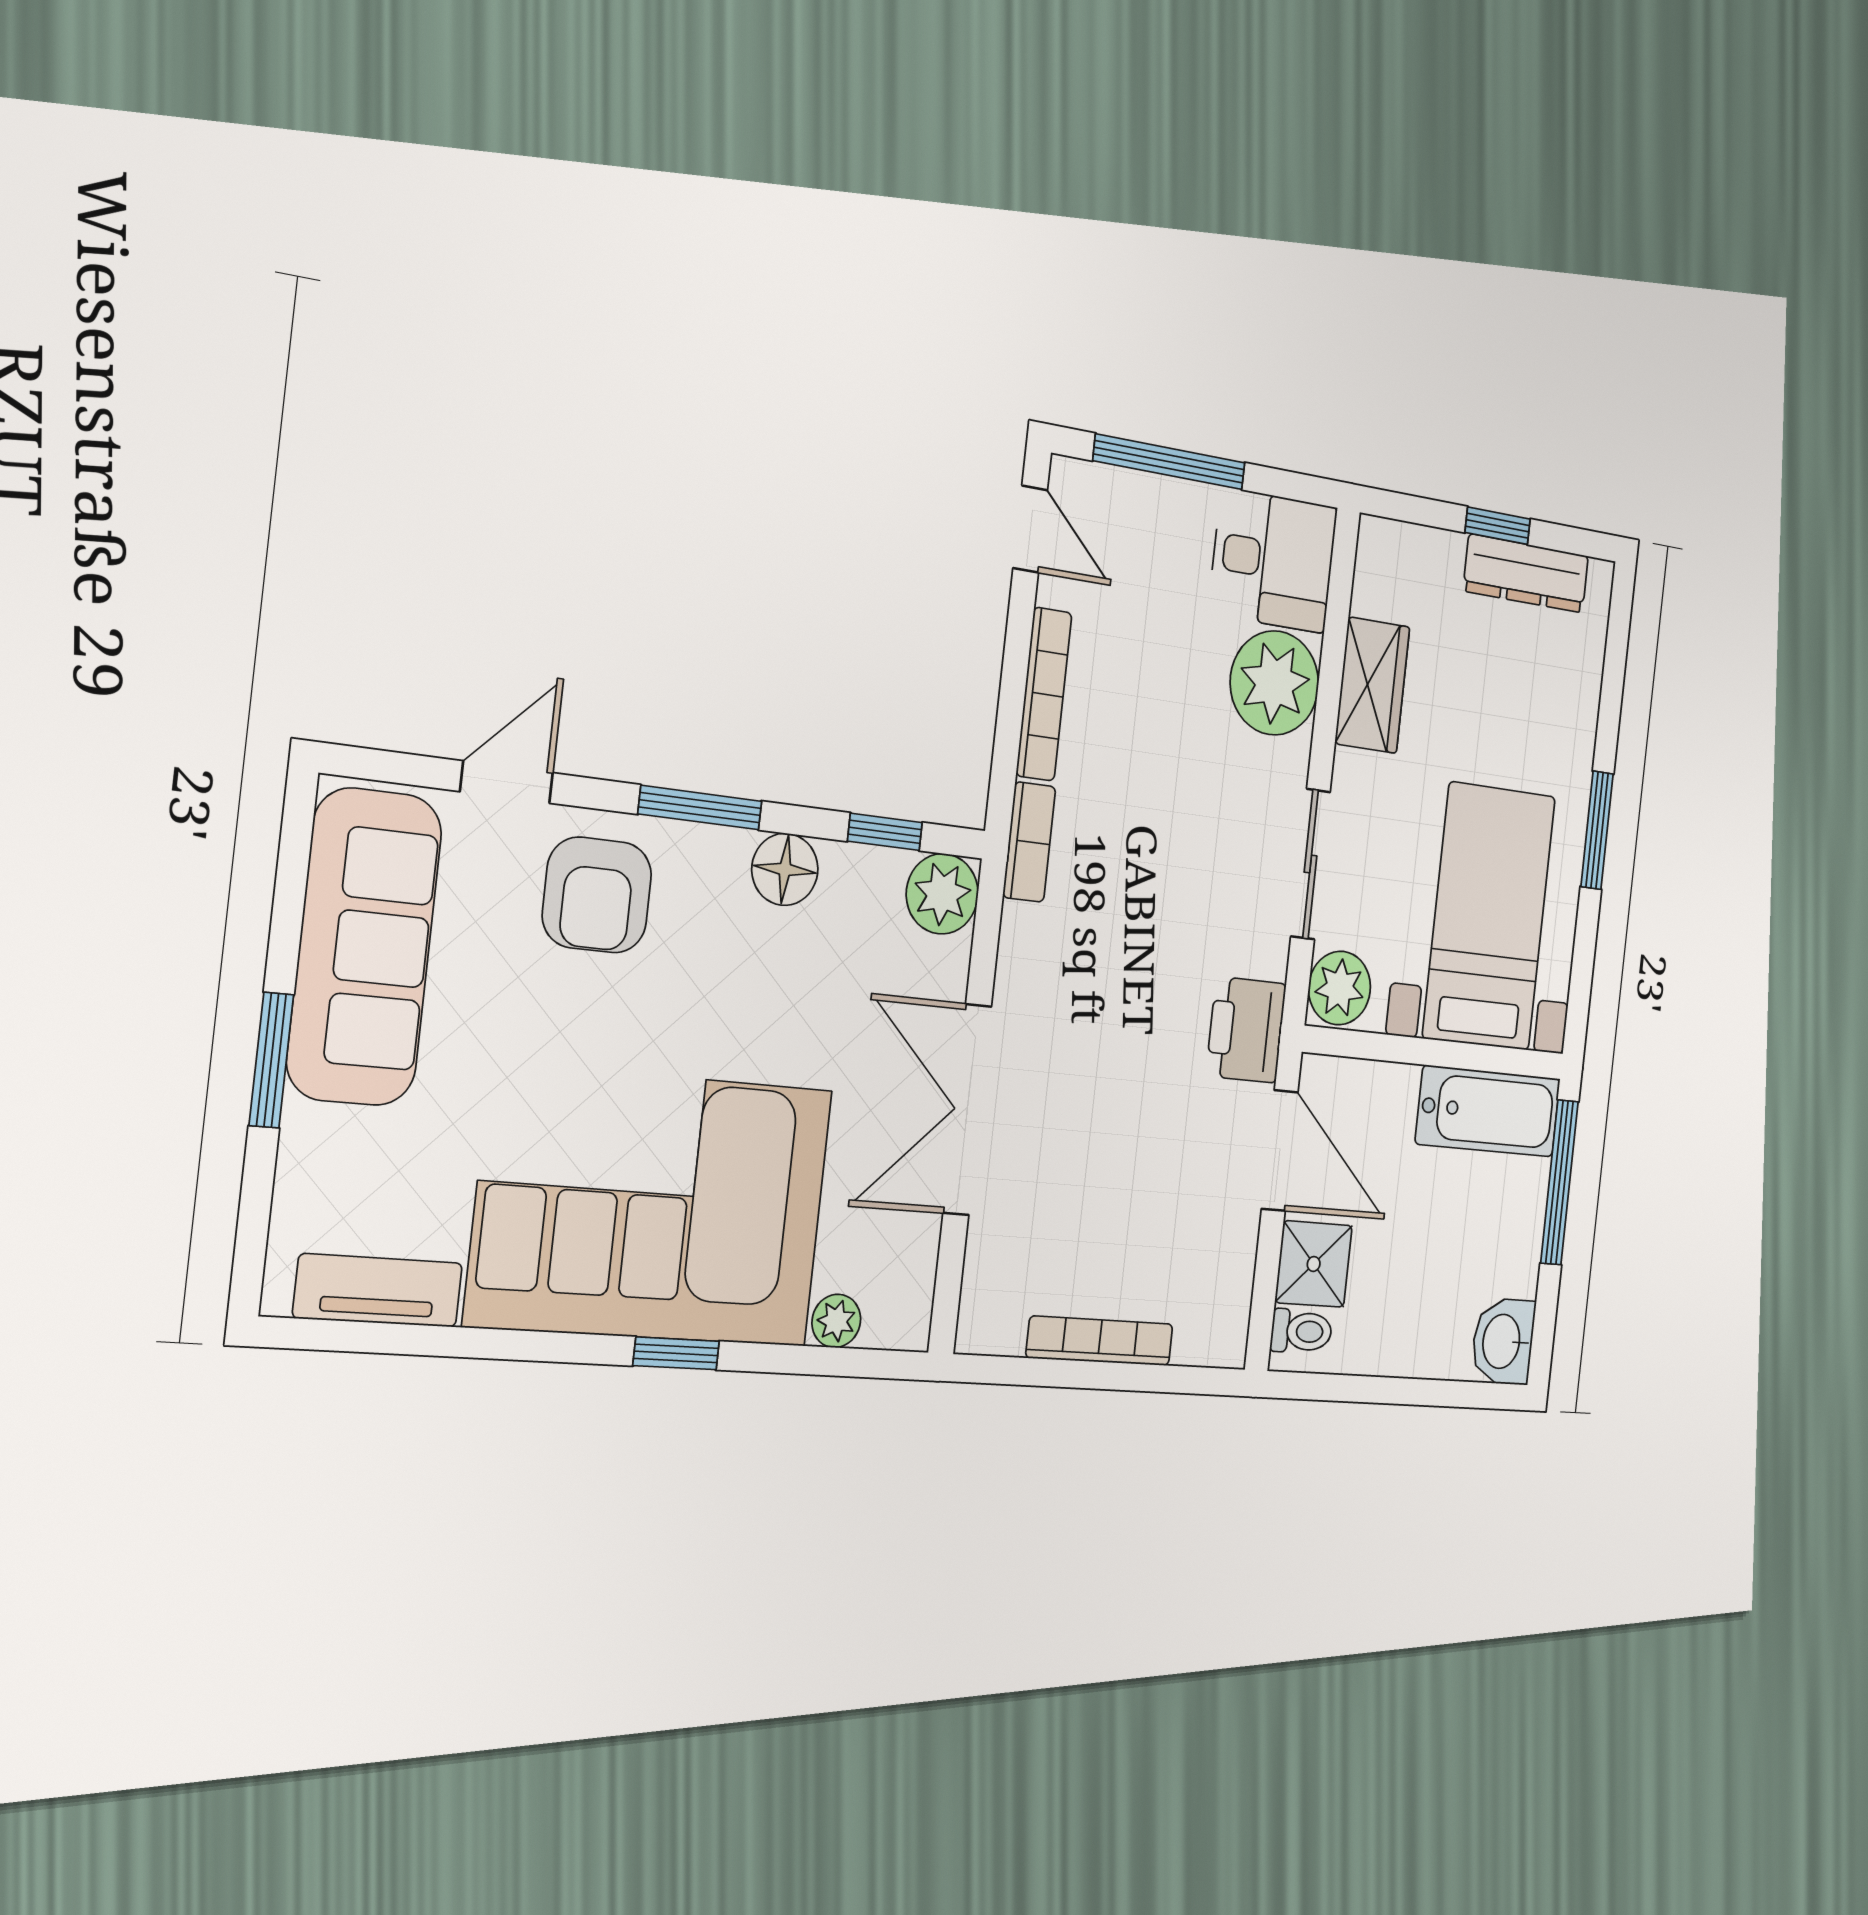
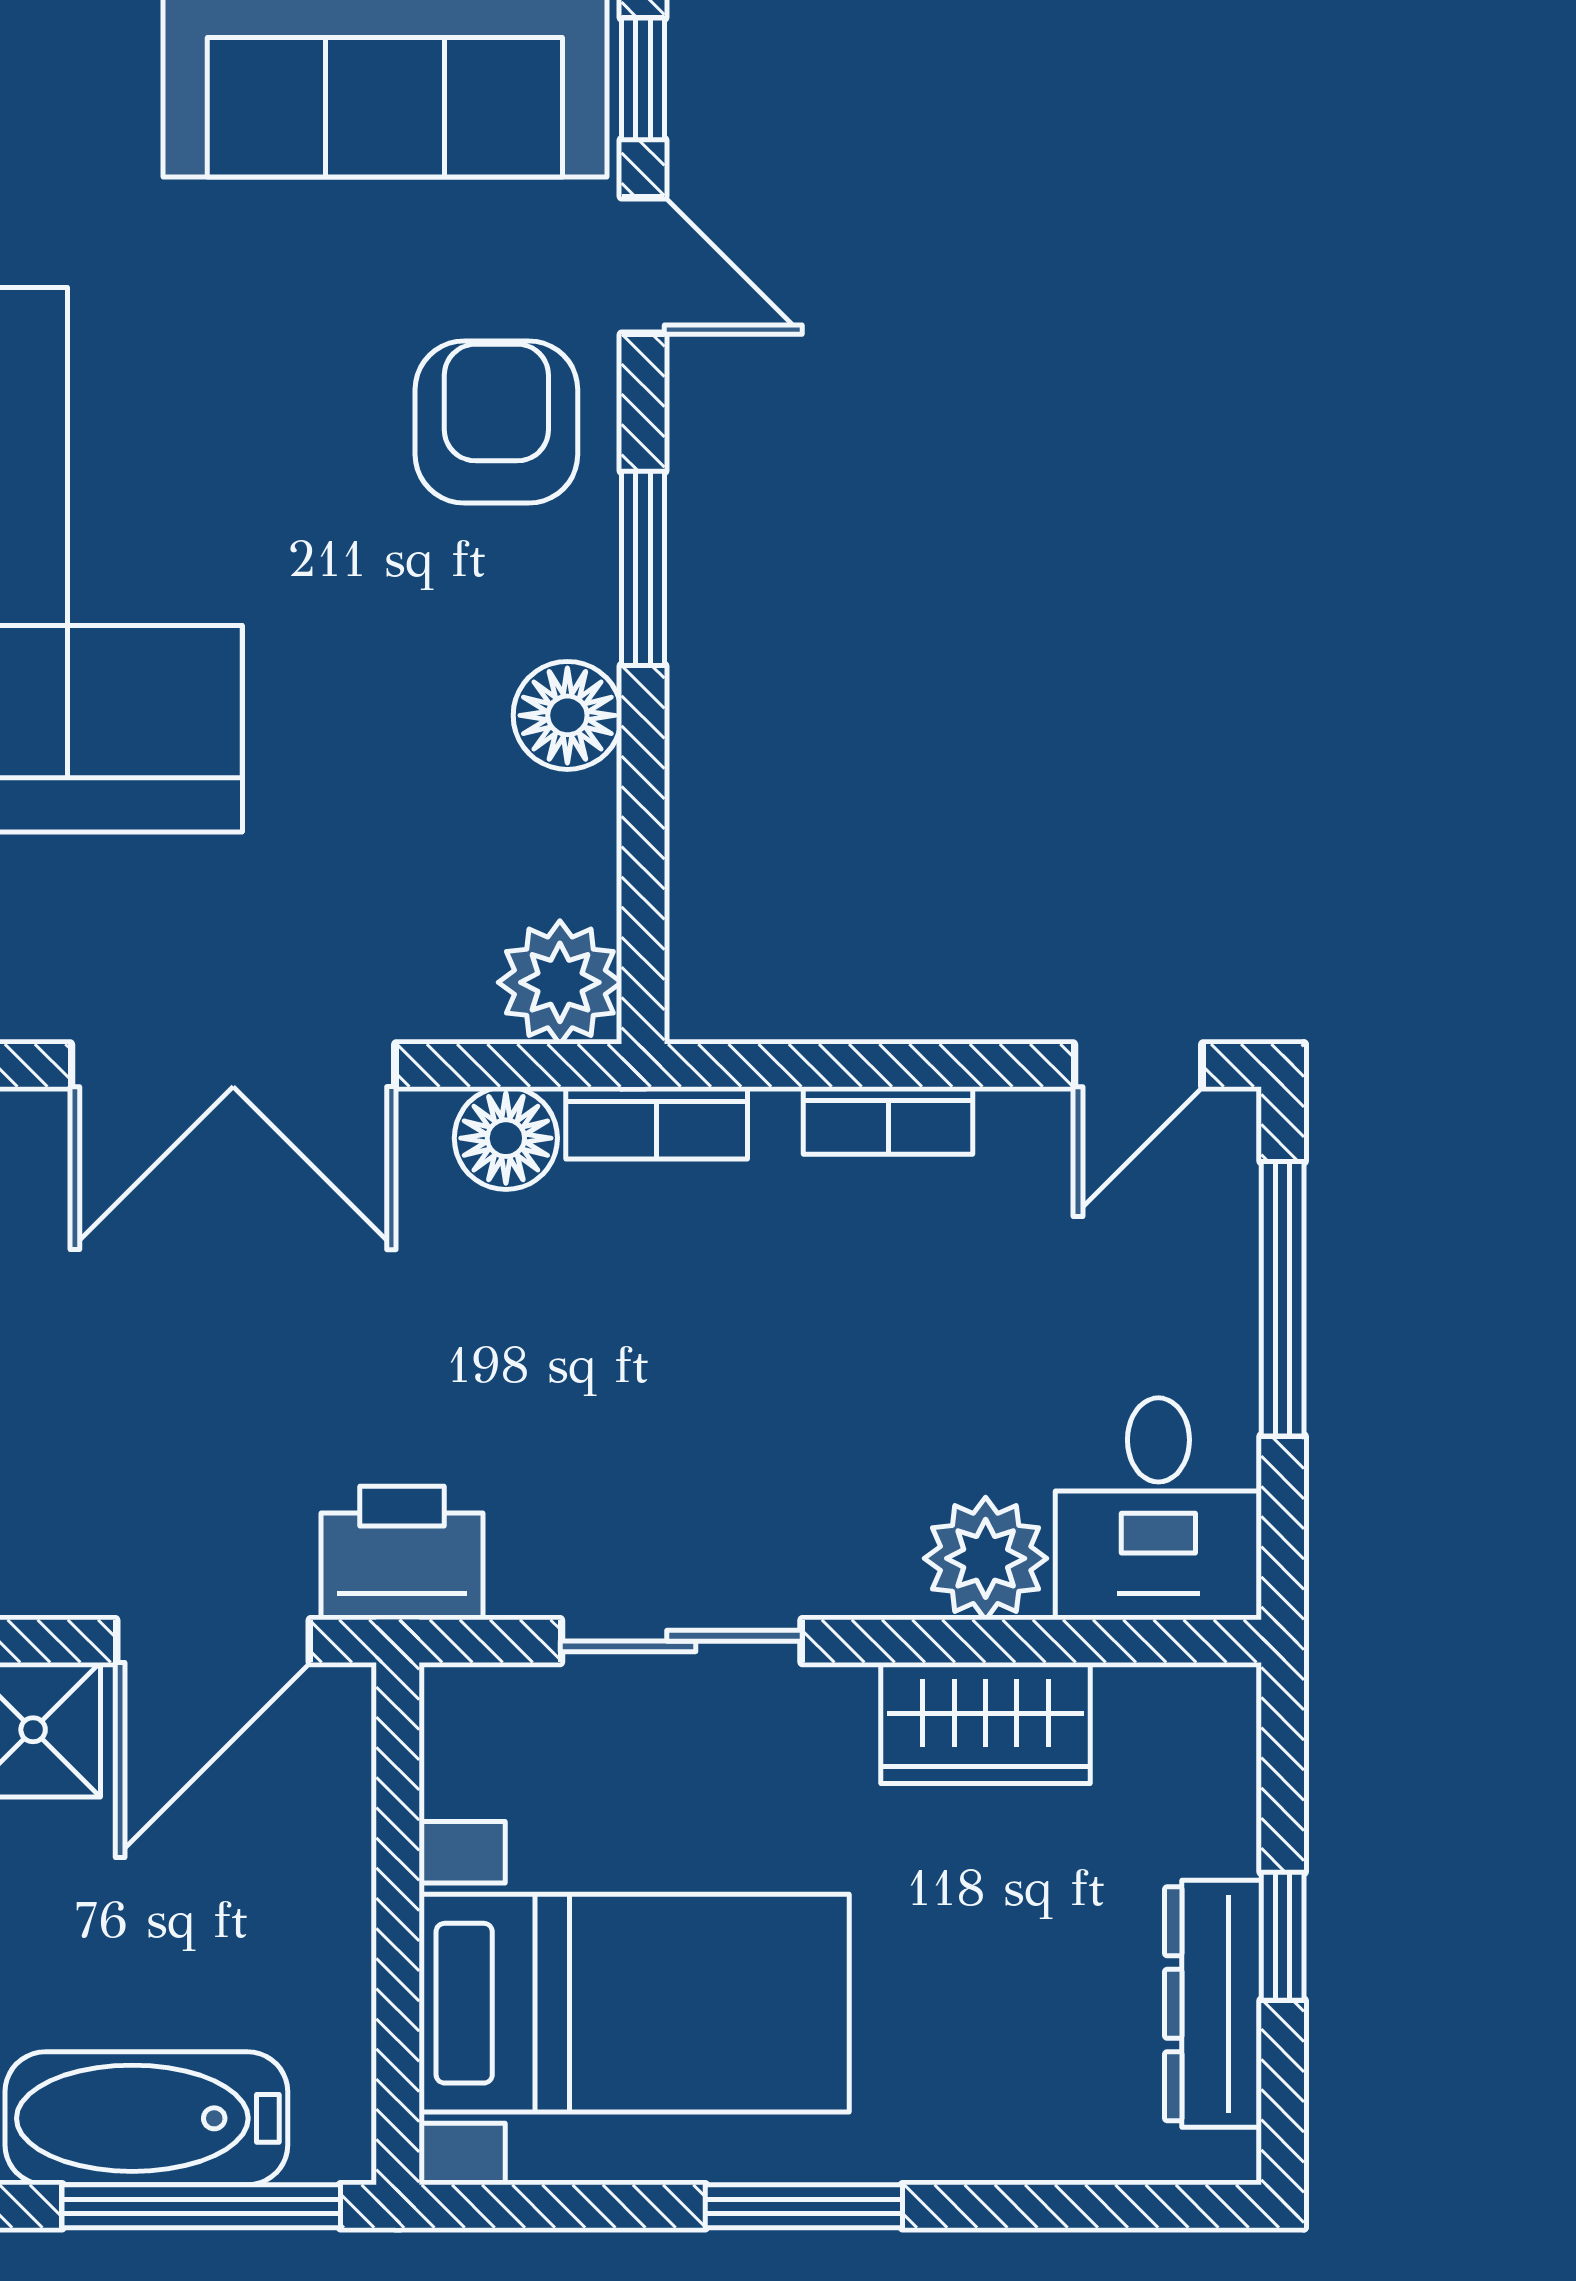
plant: (1275, 683) -> (986, 1558), width x0.73, depth x0.73
bookcase: (1044, 694) -> (888, 1121), width x0.64
window: (885, 832) -> (643, 79), moved
armchair: (597, 895) -> (496, 422), turned 90
floor lamp: (1027, 939) -> (506, 1138), added
plant: (1340, 988) -> (486, 1723), removed
double door: (967, 1110) -> (233, 1065), swing flipped
bathtub: (1488, 1111) -> (146, 2118), moved, turned 90

